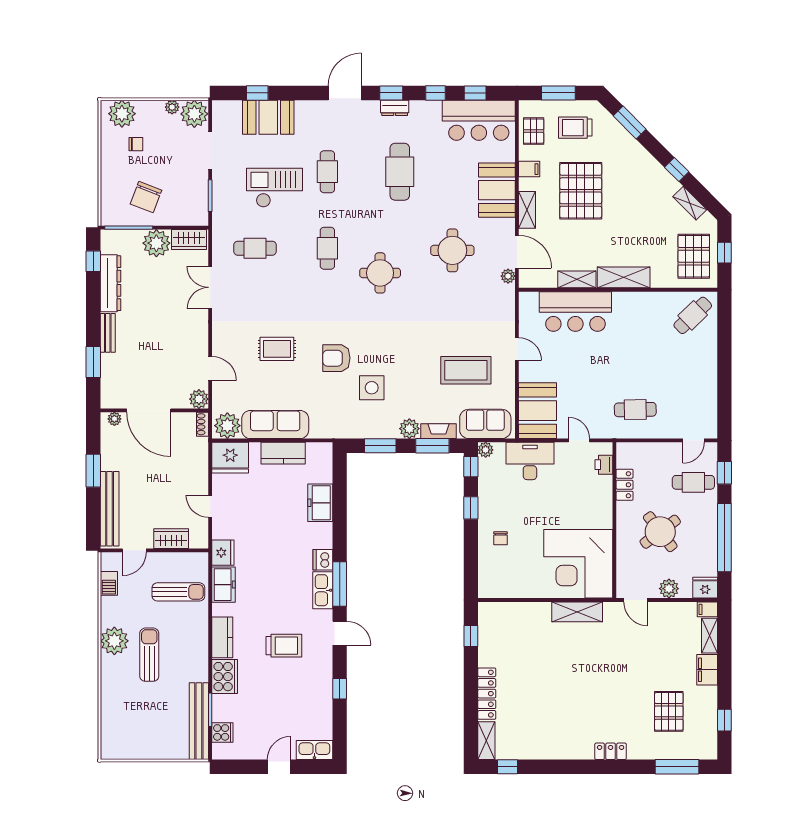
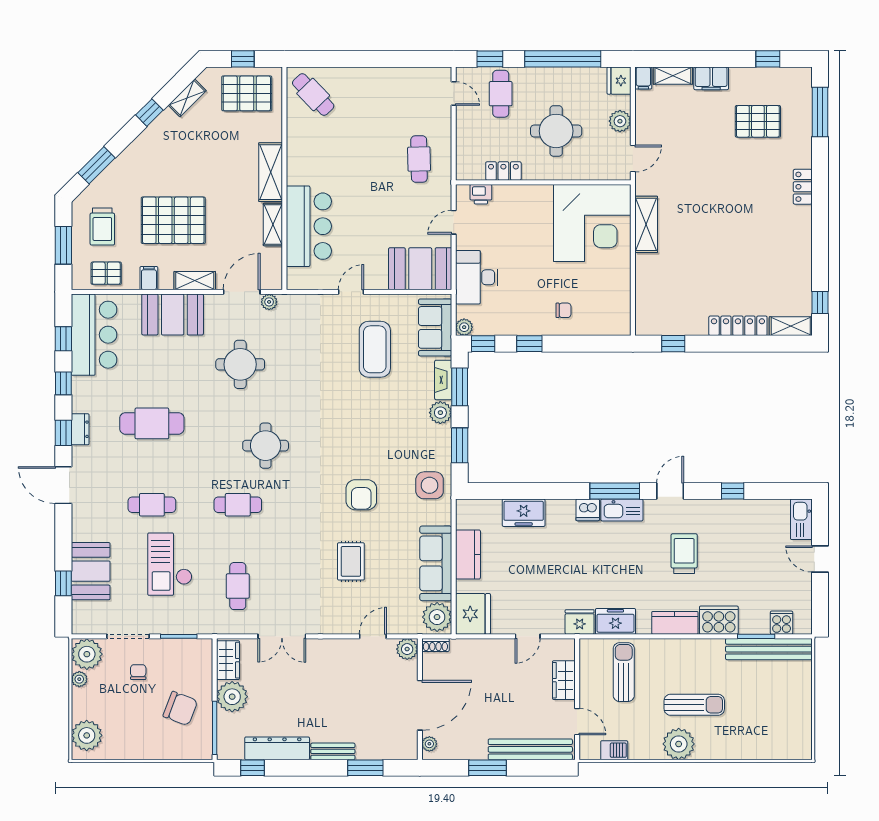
chair: (136, 144) -> (138, 672), moved
side table: (372, 388) -> (430, 485), moved
round table: (660, 532) -> (556, 131), turned 37
sun lounger: (149, 655) -> (694, 705), turned 180

